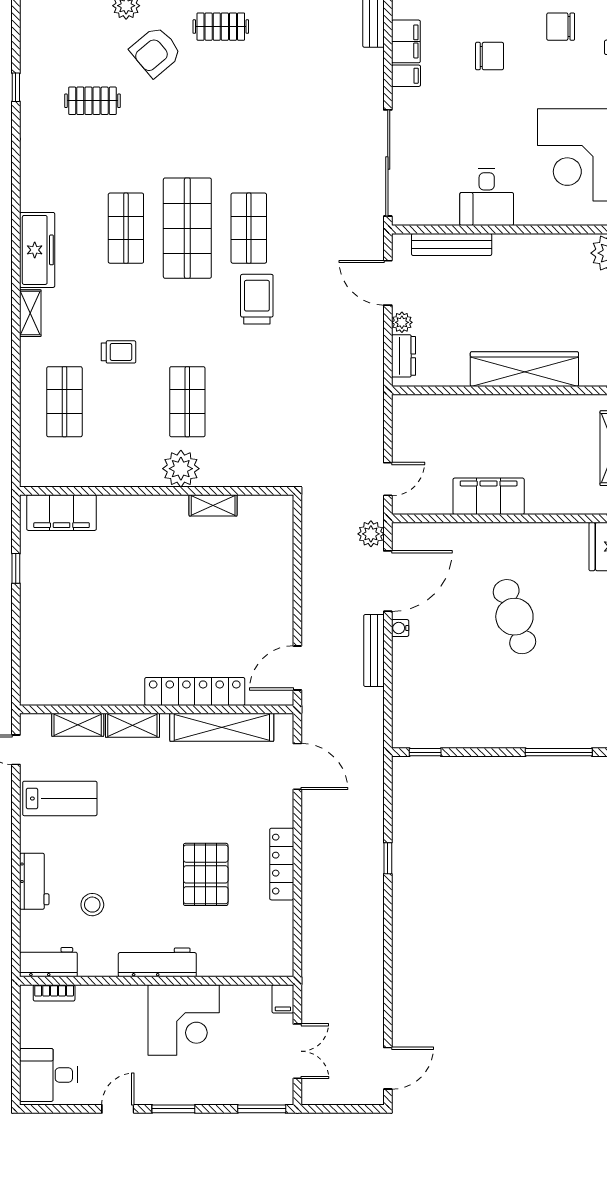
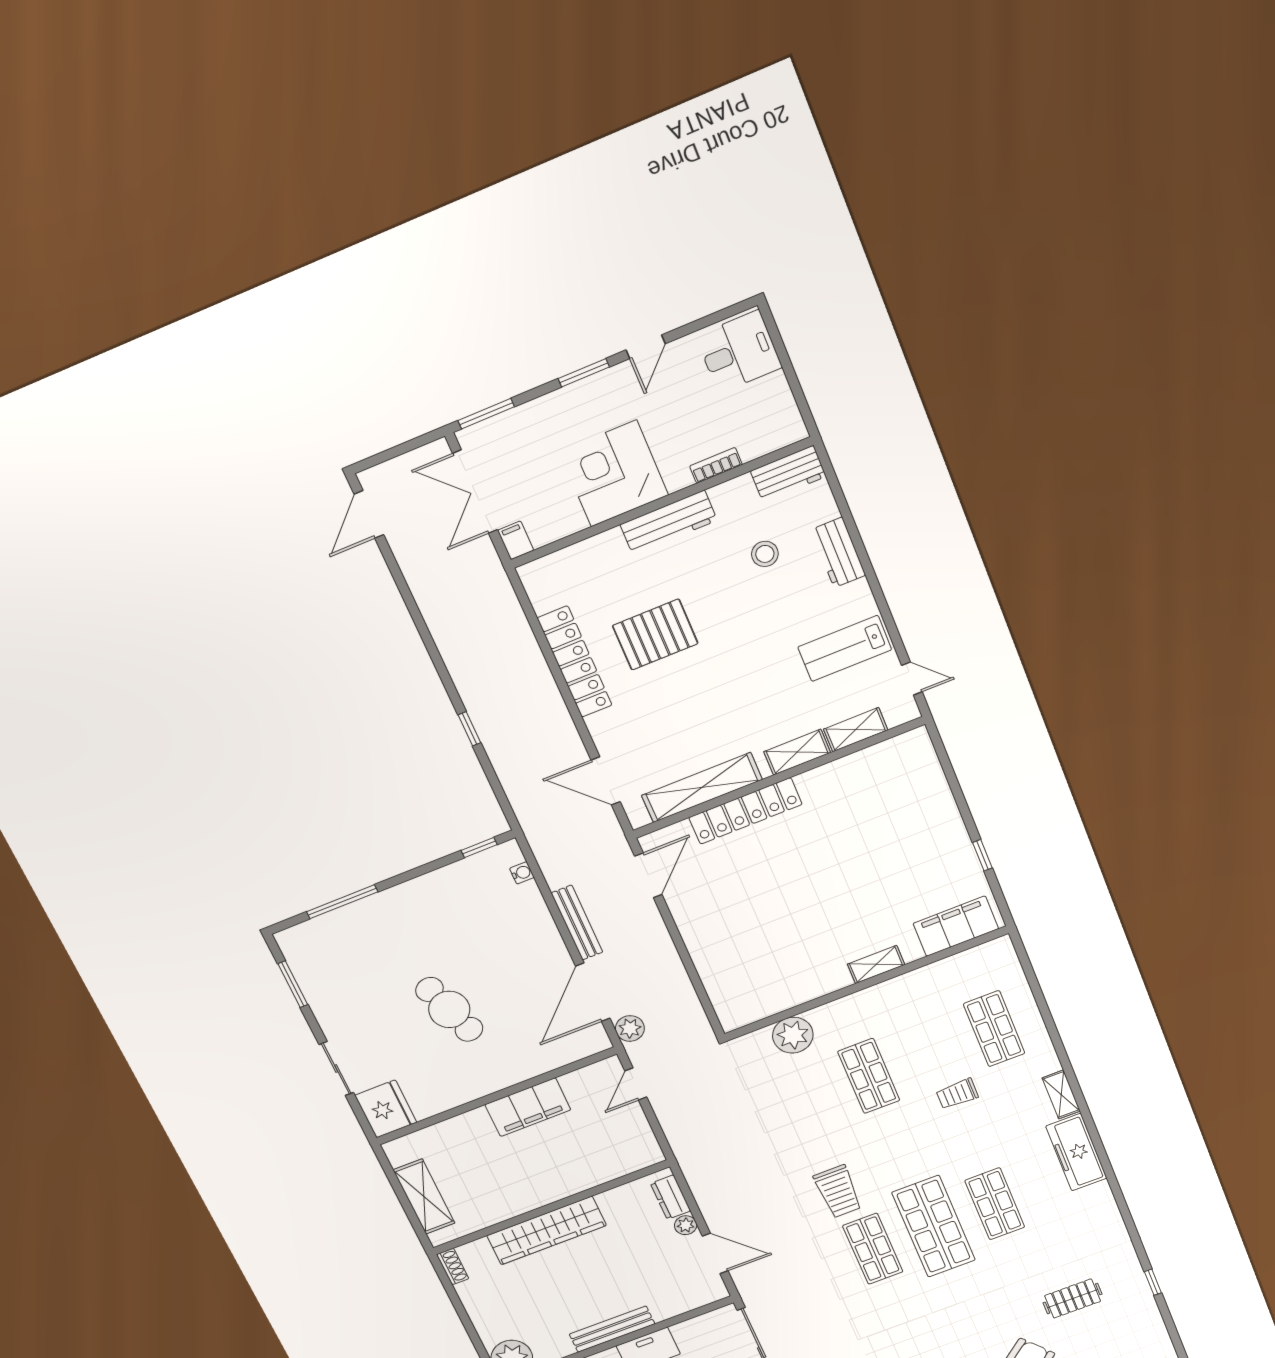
bench: (452, 244) -> (612, 1329), moved
plant: (181, 469) -> (793, 1035), moved
shelving: (213, 505) -> (876, 964), moved
water cooler: (400, 628) -> (522, 873), moved
locker: (282, 864) -> (575, 662), width x1.41, depth x1.21
pallet: (206, 874) -> (655, 635), turned 90
bookcase: (54, 993) -> (716, 465), moved
double door: (297, 1051) -> (475, 492), width x1.37

